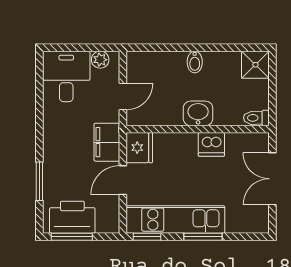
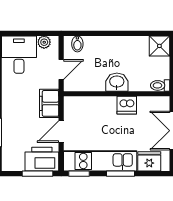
bidet: (195, 62) -> (77, 44), moved
fridge: (139, 148) -> (149, 161), moved, turned -90
printer: (72, 217) -> (42, 159), moved
window: (72, 237) -> (37, 174), moved

